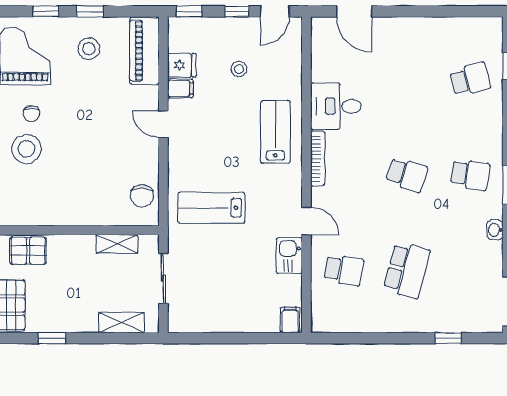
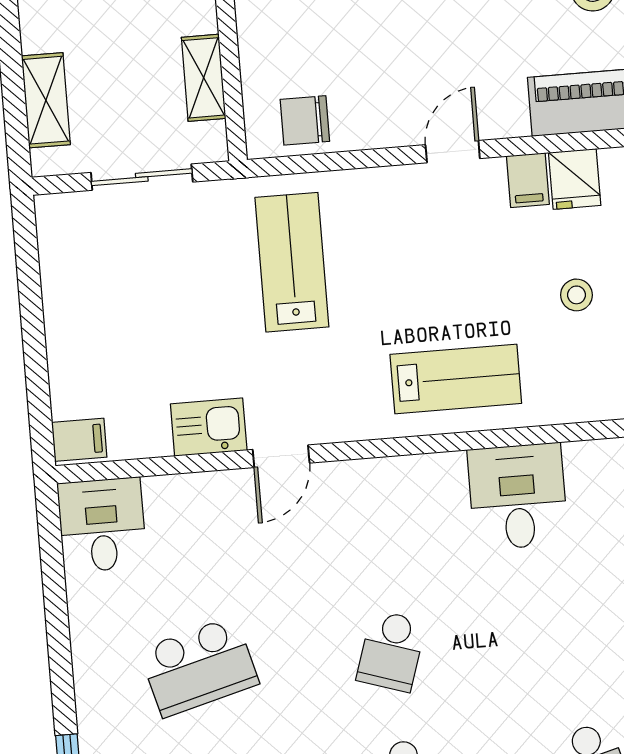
bookcase: (318, 159) -> (409, 469), removed
school desk: (344, 270) -> (188, 539), removed
school desk: (407, 270) -> (199, 667), turned -30
desk: (333, 312) -> (102, 525), added

